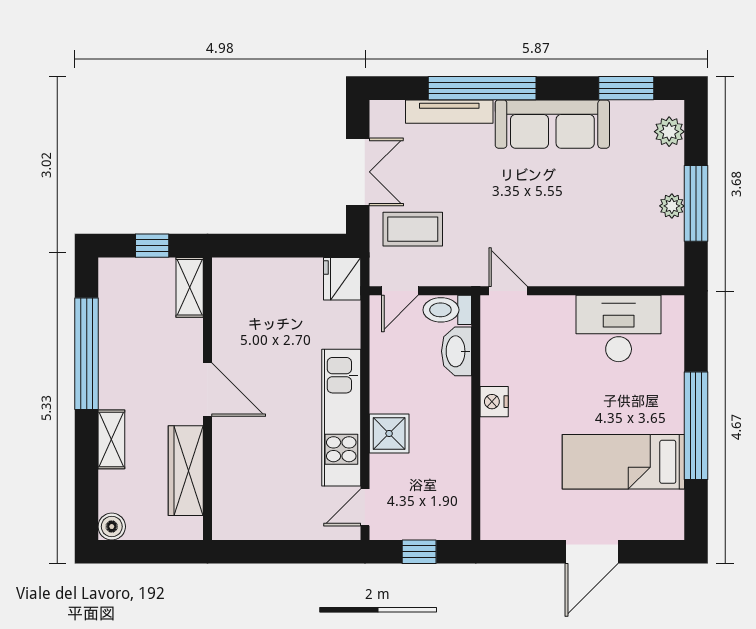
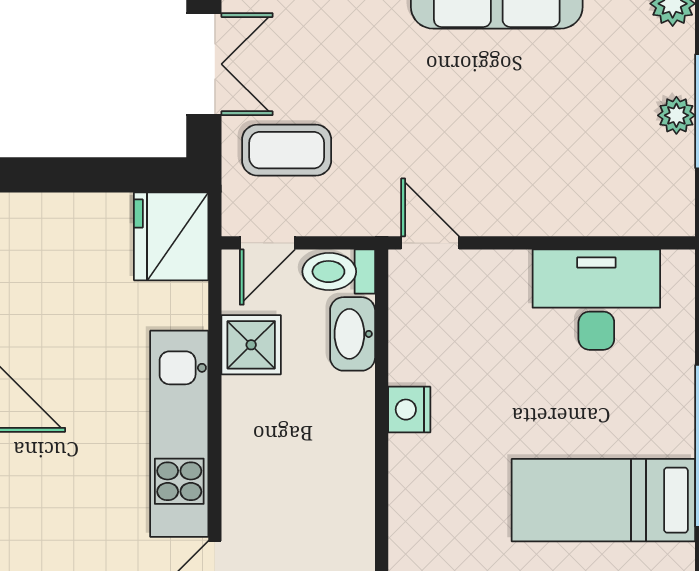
fridge: (342, 279) -> (171, 236), width x1.36, depth x1.34
shower: (389, 433) -> (251, 345), moved

